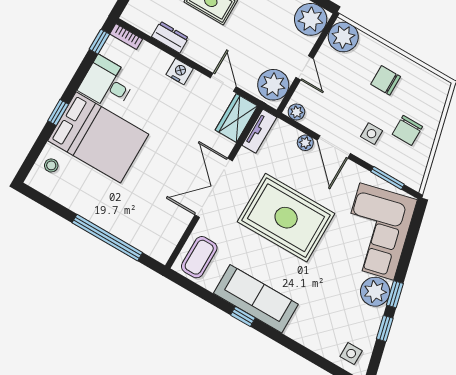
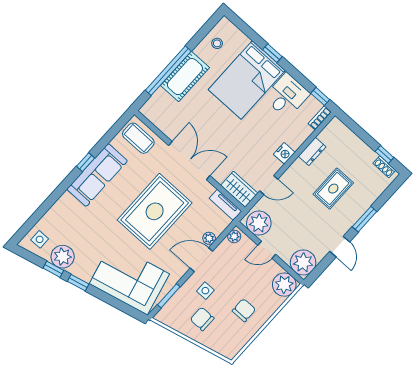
stool: (51, 165) -> (217, 43), moved
cot: (110, 215) -> (185, 77), added
plant: (375, 292) -> (63, 257), moved

